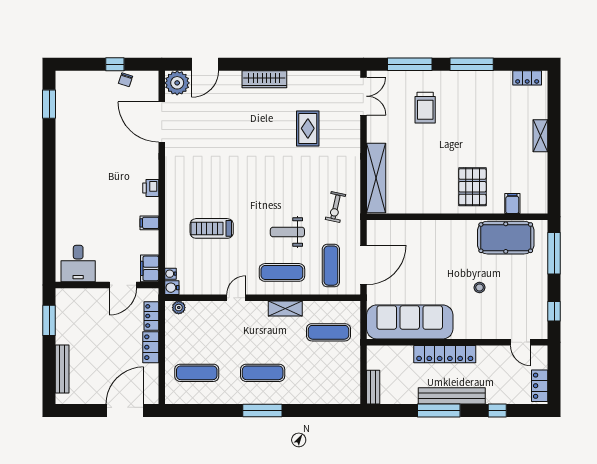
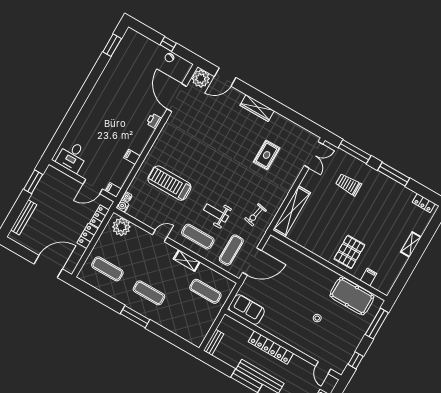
trolley: (425, 108) -> (348, 185), turned 90
printer: (151, 188) -> (154, 121), moved
treadmill: (212, 228) -> (169, 183), width x1.37, depth x1.38
filing cabinet: (150, 268) -> (113, 190), width x0.50
plant: (179, 308) -> (121, 227), width x1.88, depth x1.88
sofa: (410, 322) -> (247, 309), width x0.54, depth x0.79

